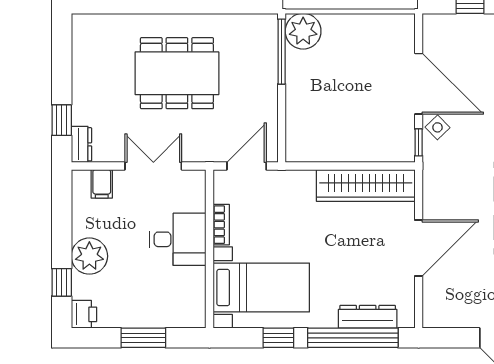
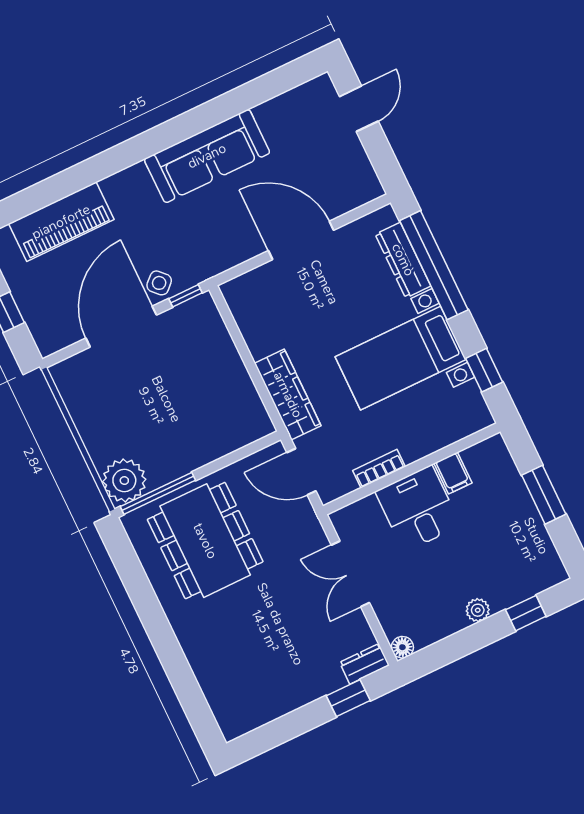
dining table: (177, 73) -> (205, 541), moved
floor lamp: (80, 178) -> (402, 647), added
filing cabinet: (102, 184) -> (453, 473), moved, turned 90
wardrobe: (366, 186) -> (288, 395), moved, width x0.71, depth x0.85
plant: (89, 256) -> (478, 610), width x0.53, depth x0.53
bed with nightstands: (261, 288) -> (401, 358), moved, turned -90
printer: (84, 314) -> (549, 572), removed
window: (278, 338) -> (484, 370), moved

